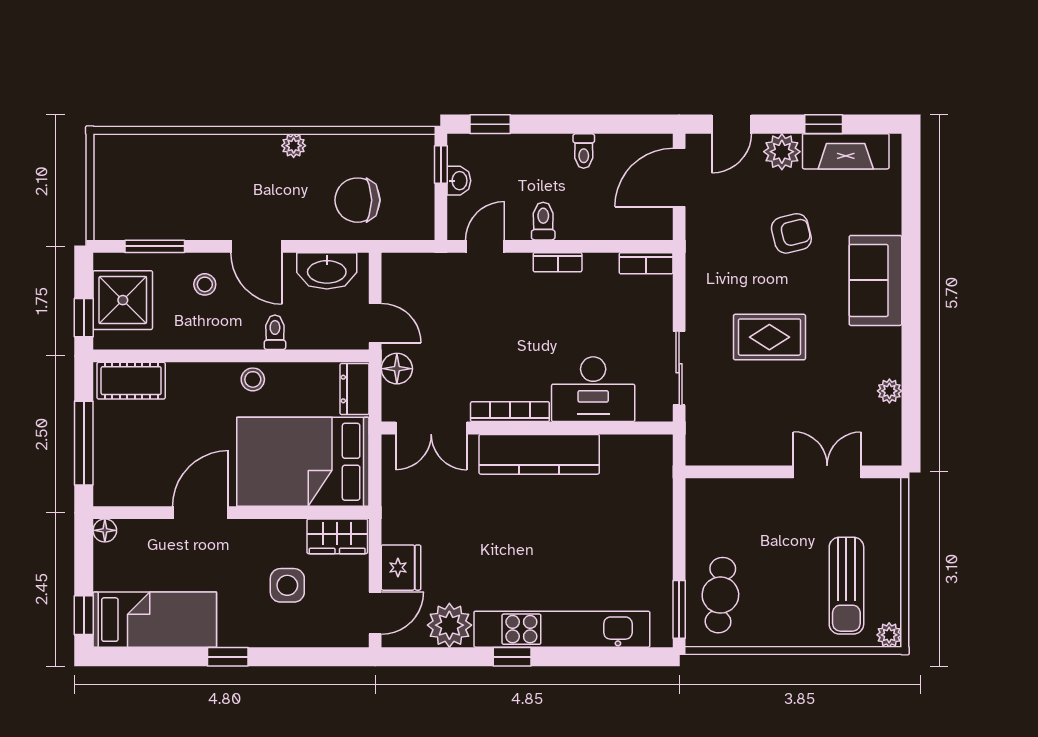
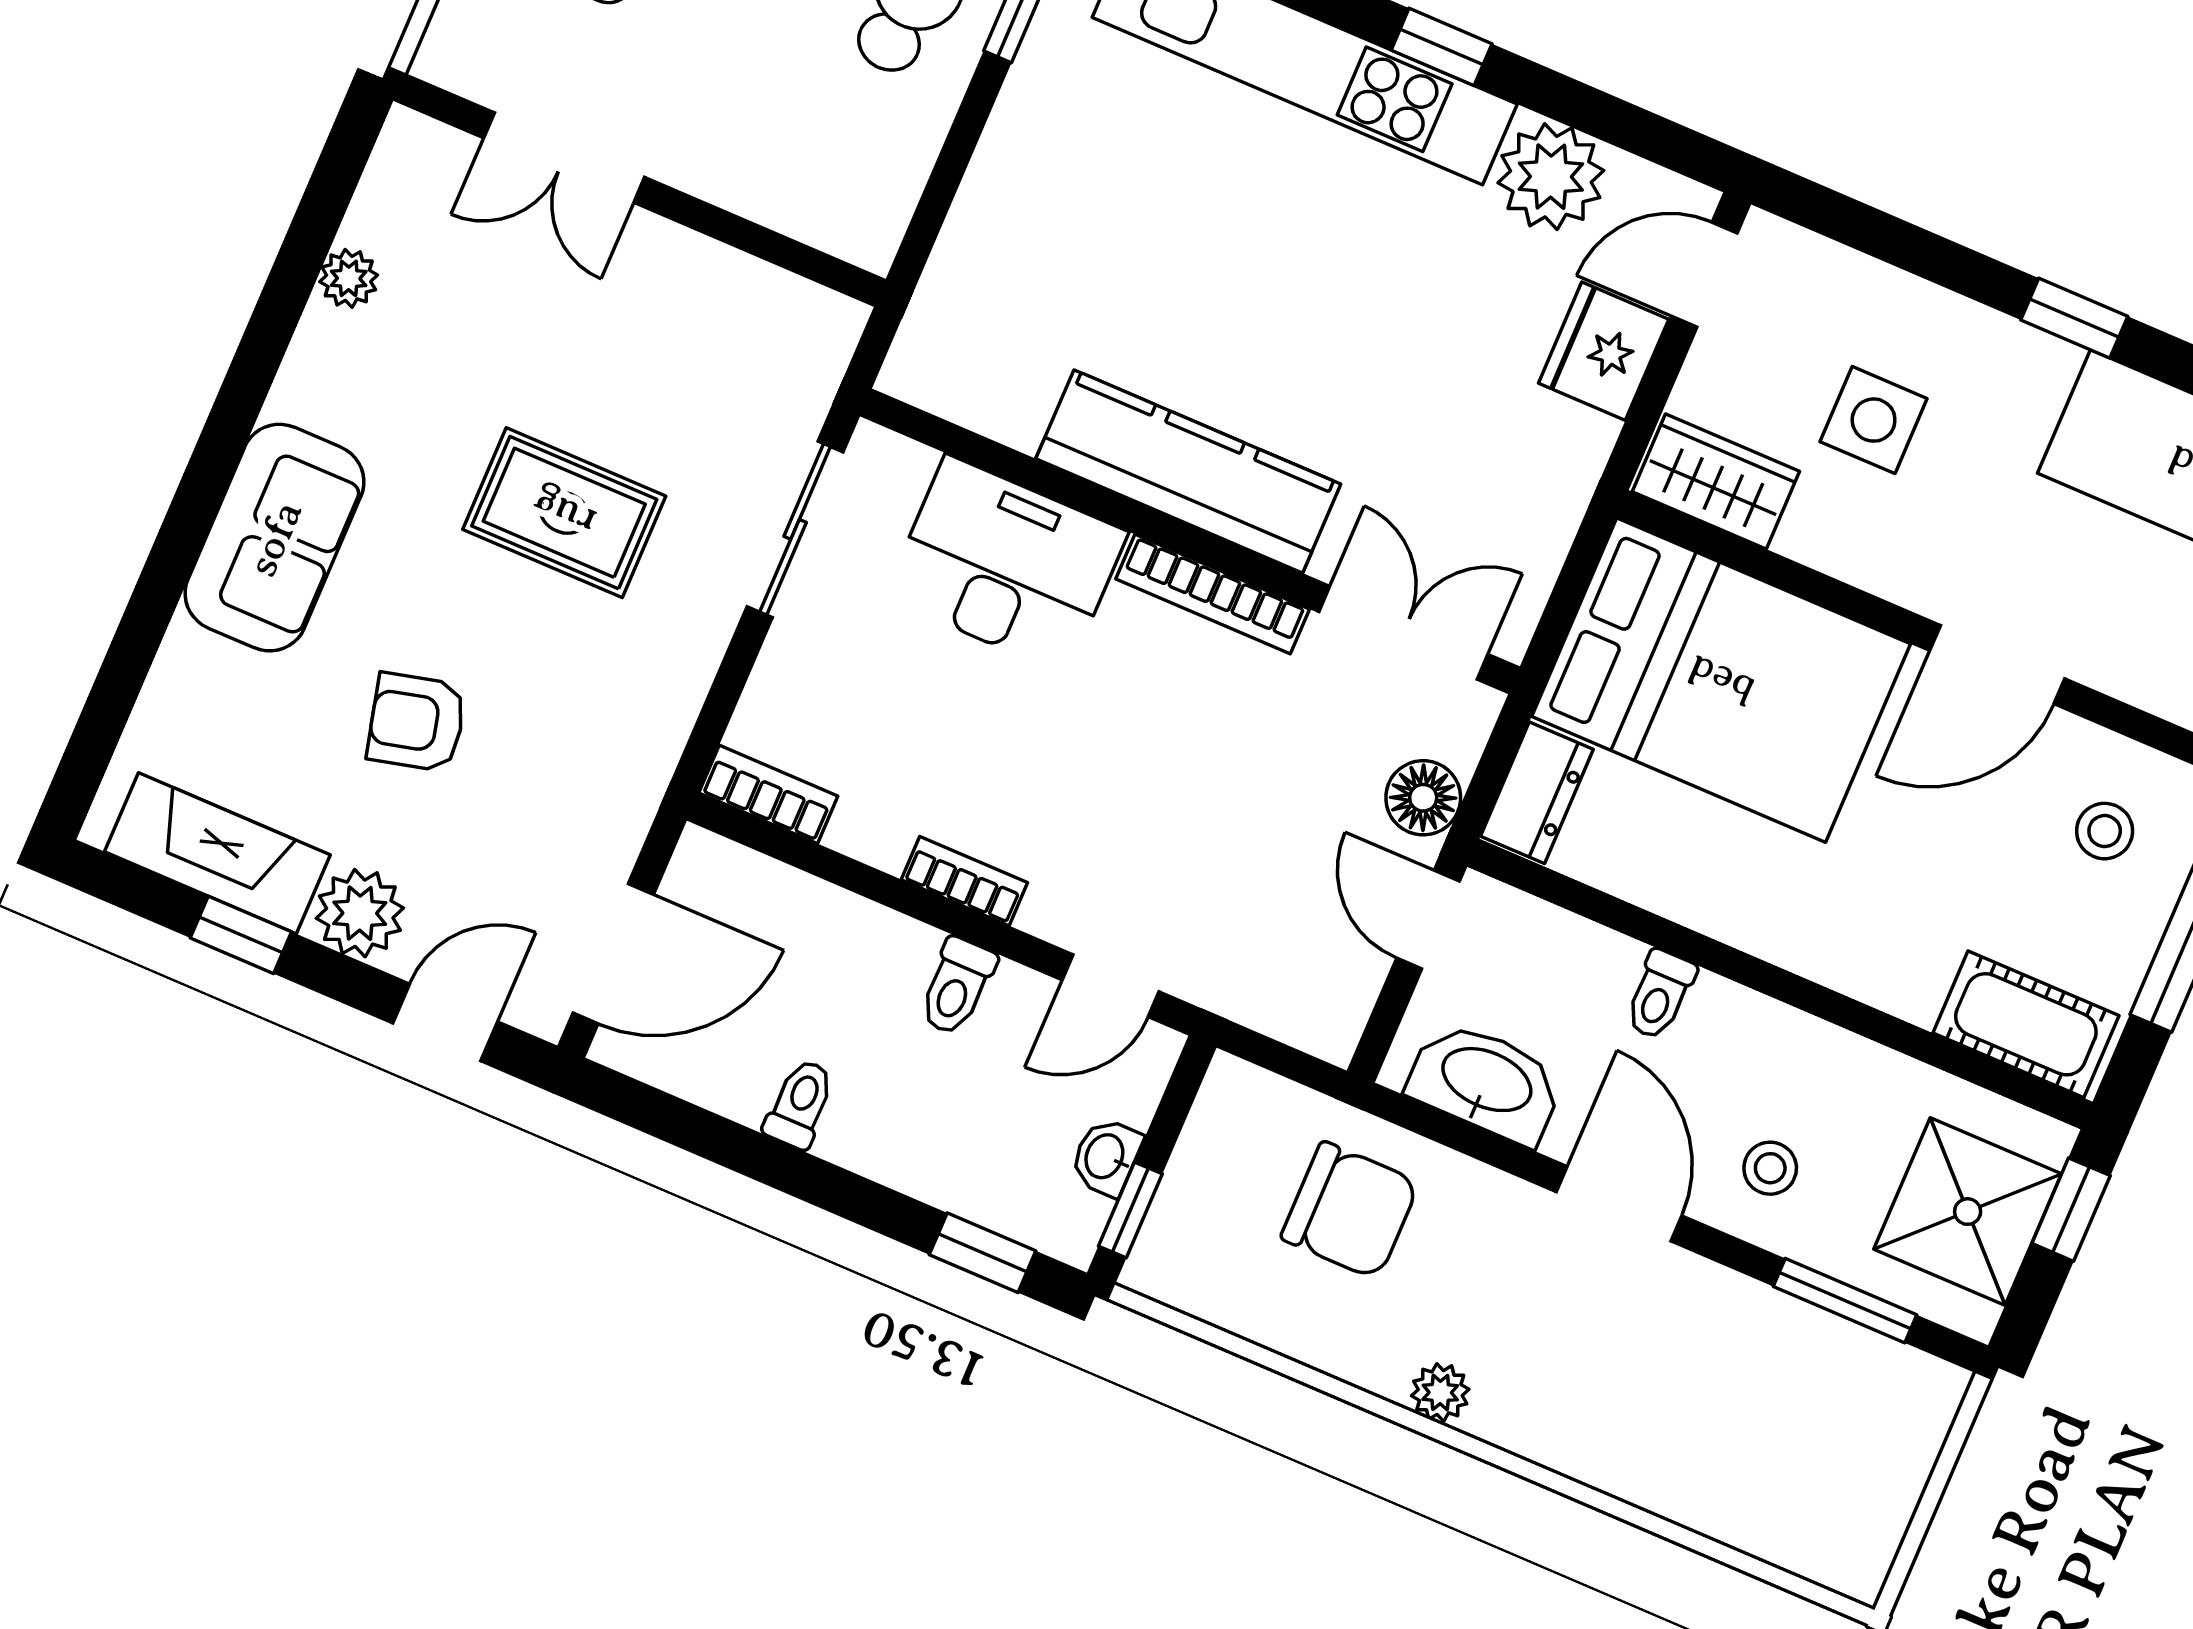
stool: (253, 379) -> (2105, 831), moved

